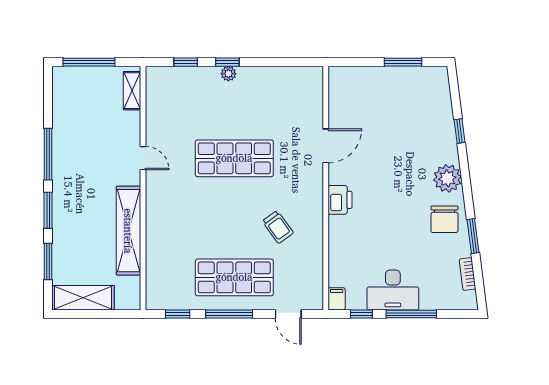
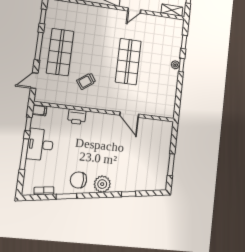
printer: (340, 200) -> (77, 117), moved

